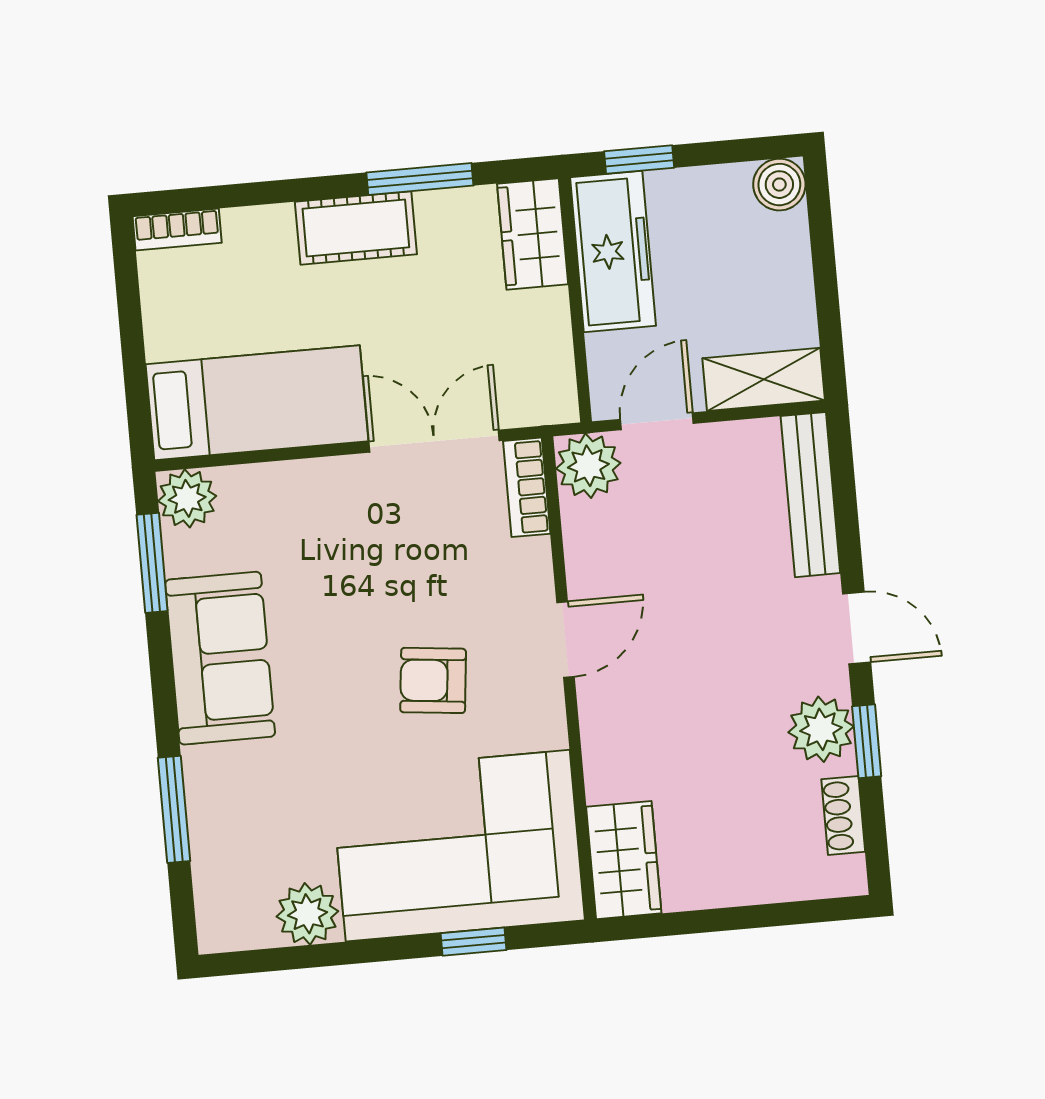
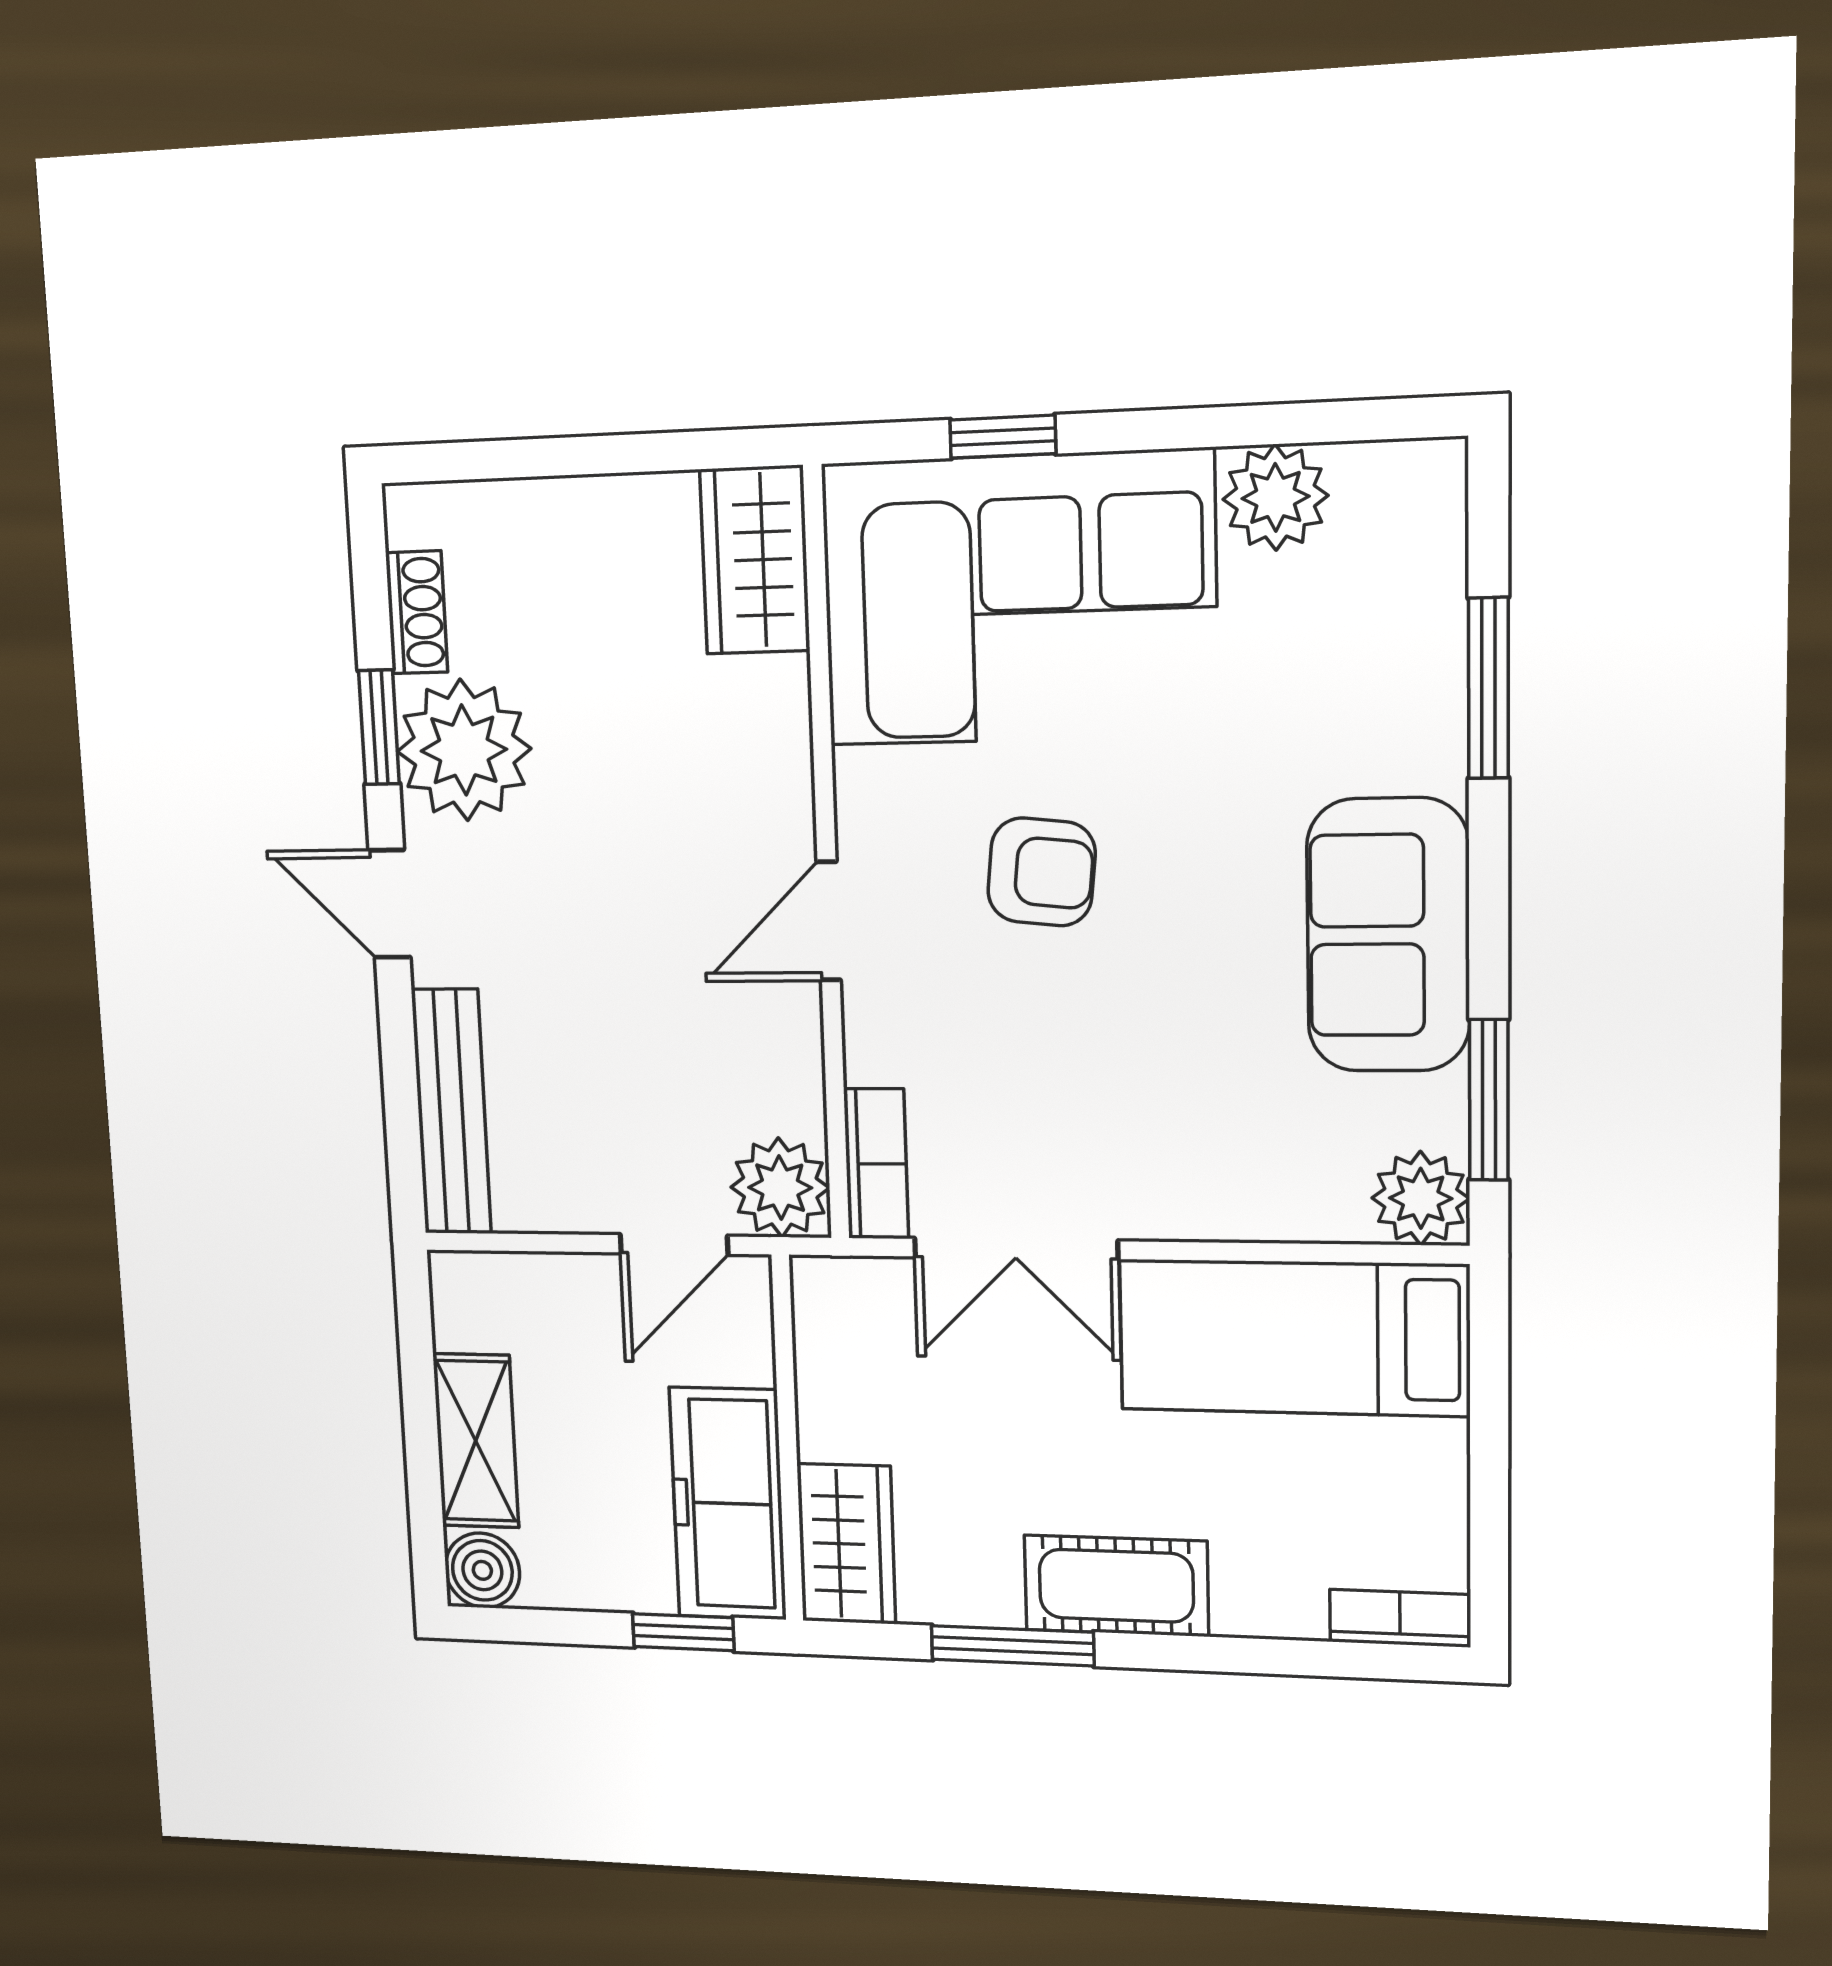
shelving: (764, 379) -> (476, 1441), moved, turned 90
plant: (821, 729) -> (464, 750), width x1.36, depth x1.36

